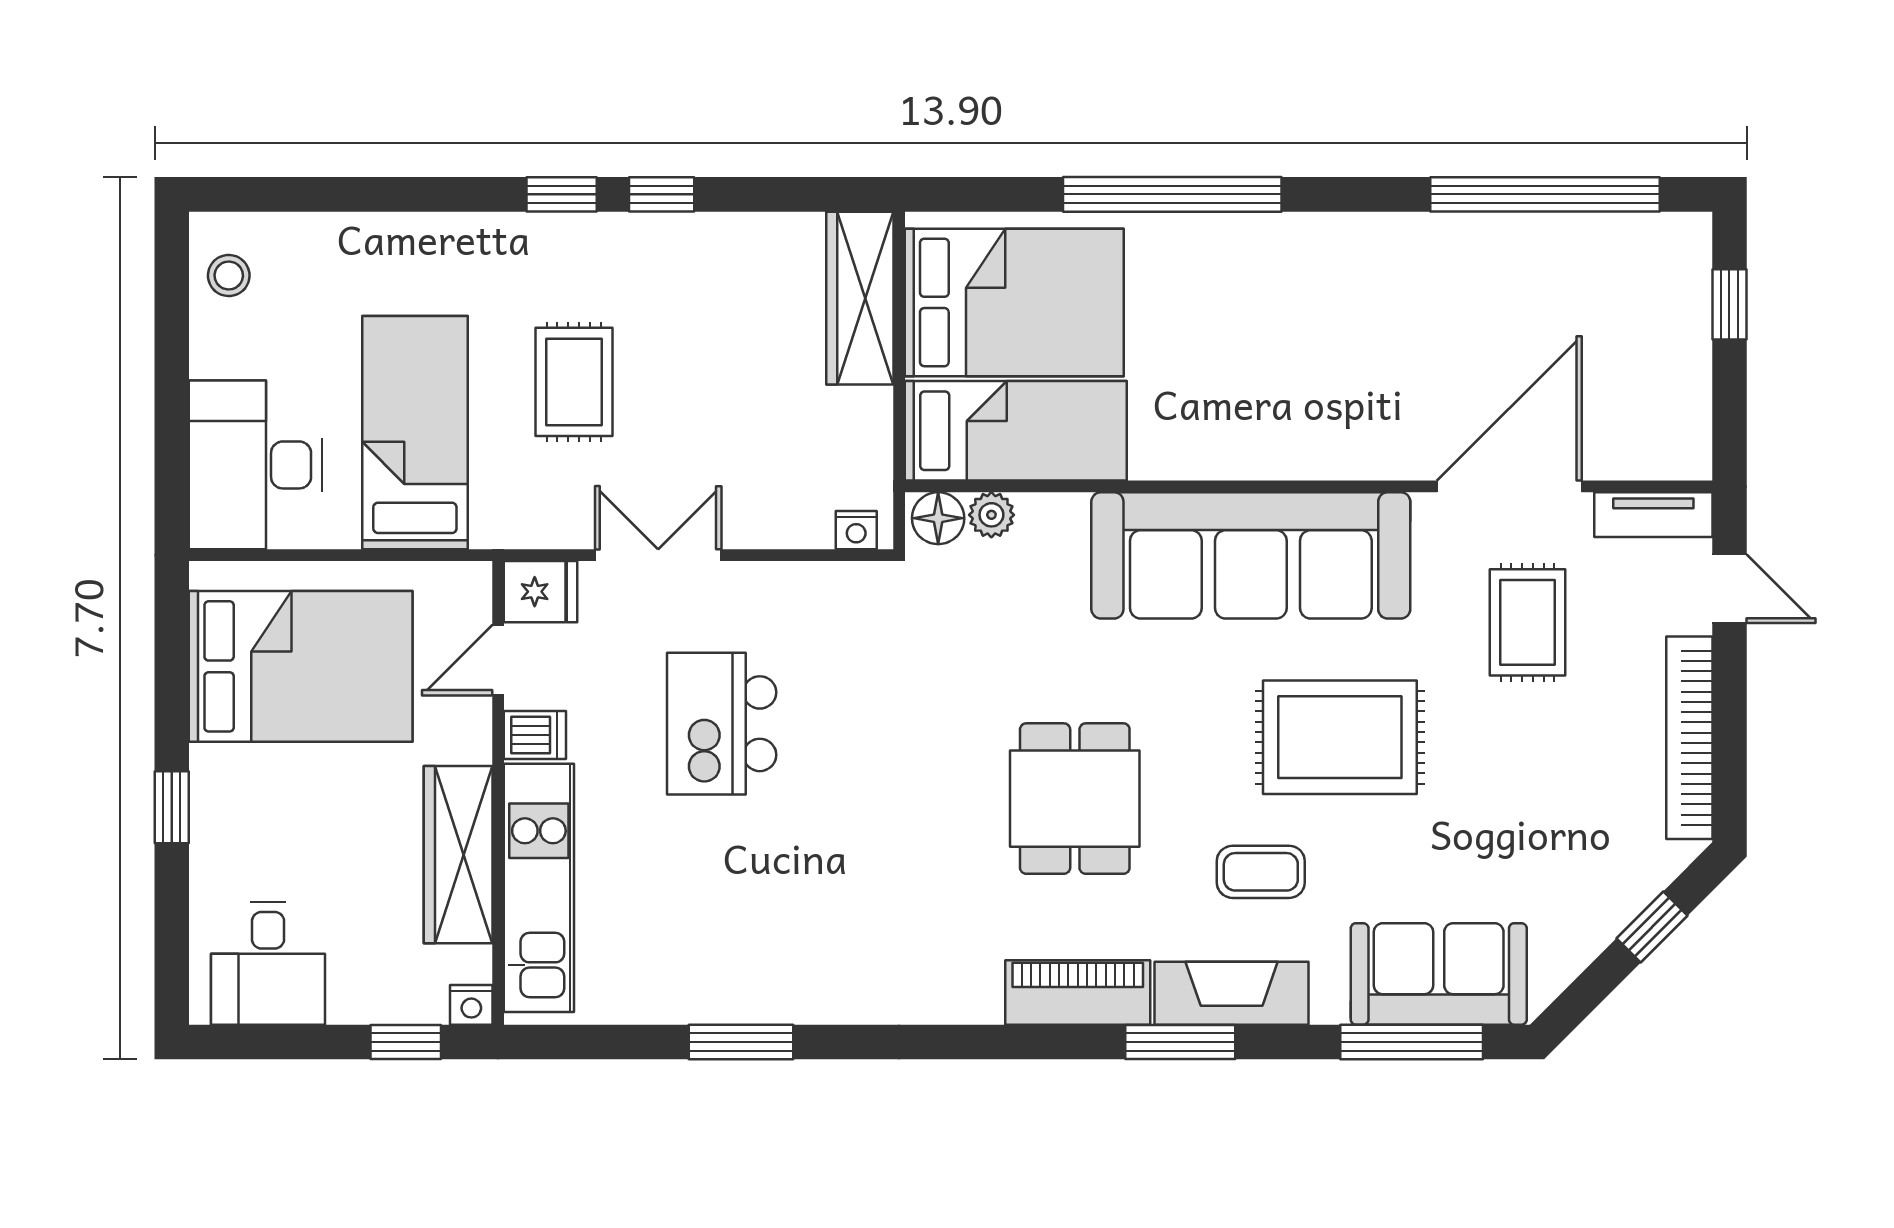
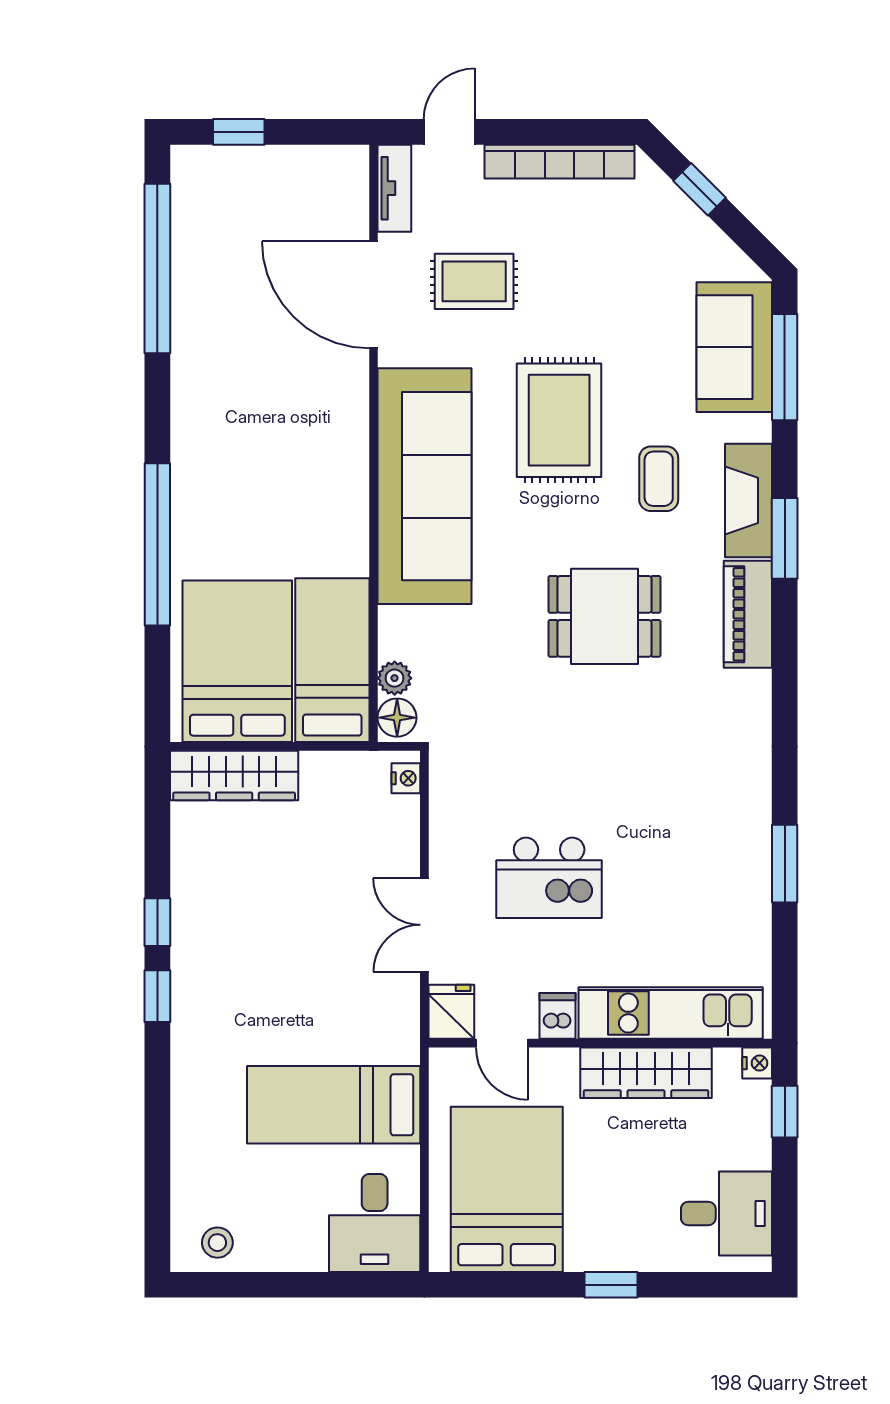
rug: (574, 382) -> (296, 987), removed
desk: (255, 465) -> (375, 1223), width x0.73

